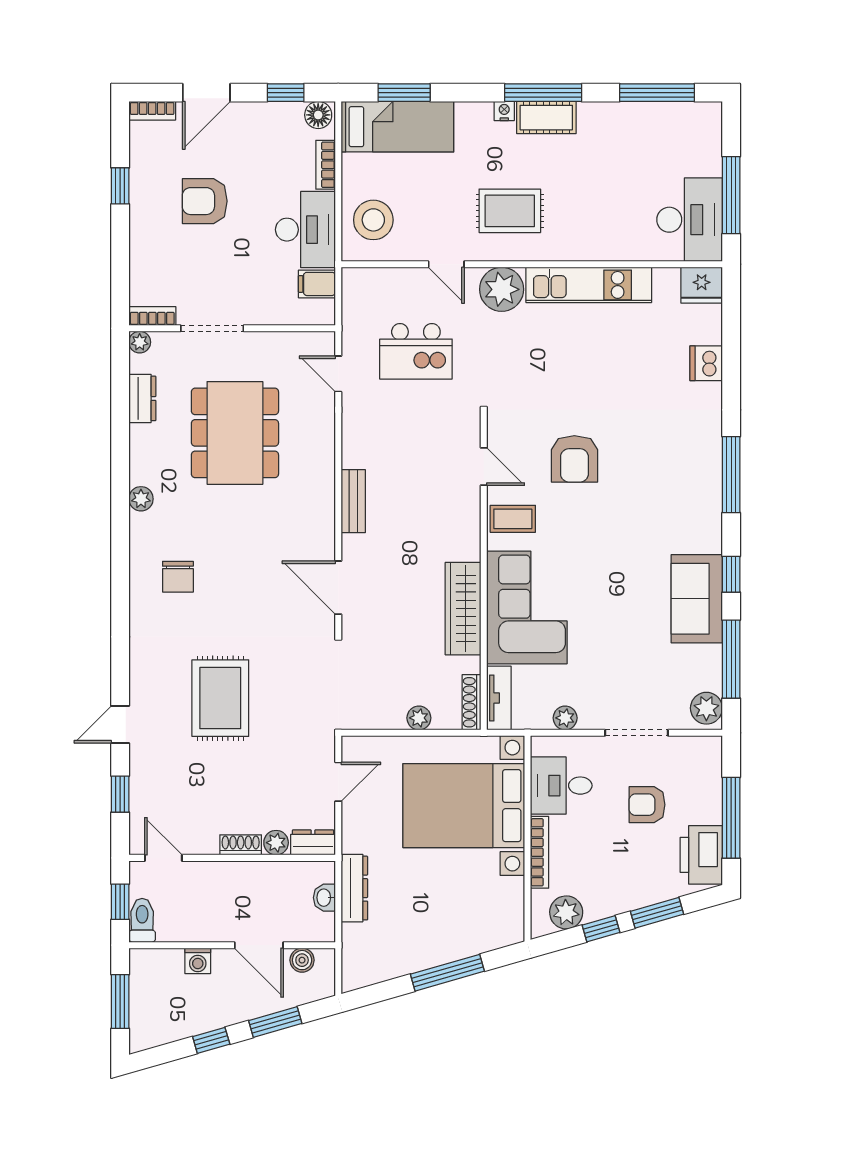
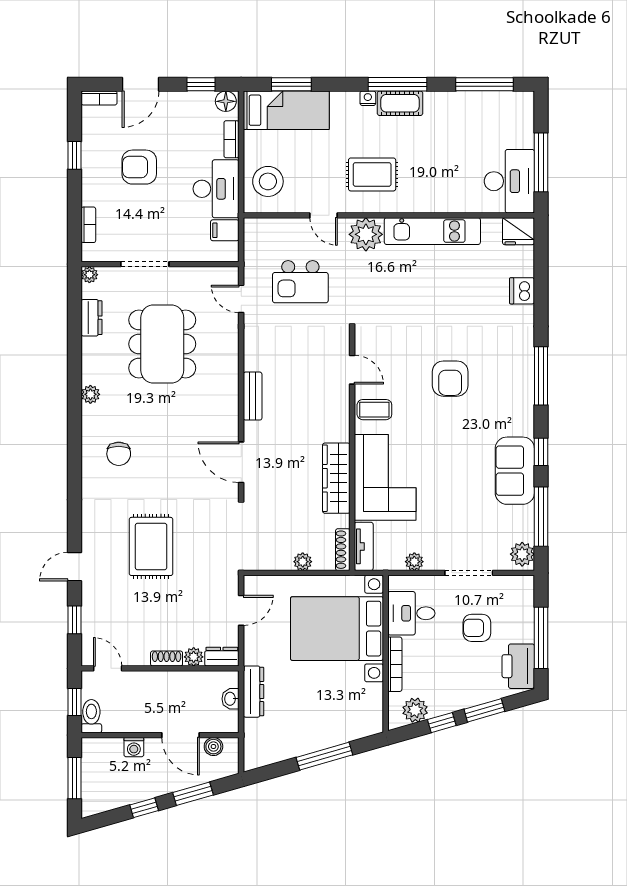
bookcase: (152, 316) -> (88, 225), moved, turned 90
armchair: (574, 459) -> (450, 379), moved

